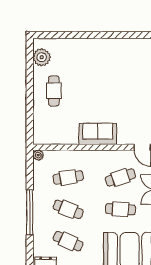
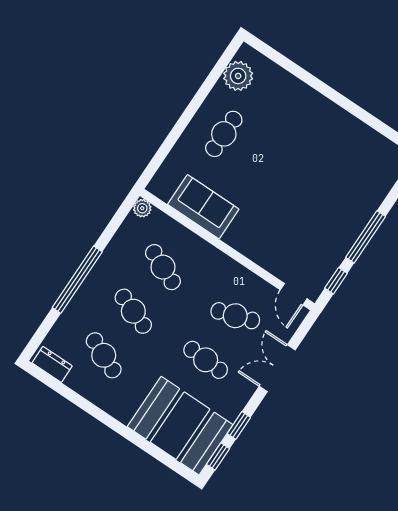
sofa: (98, 134) -> (203, 207), moved
cafe table: (68, 177) -> (163, 267), turned 33

